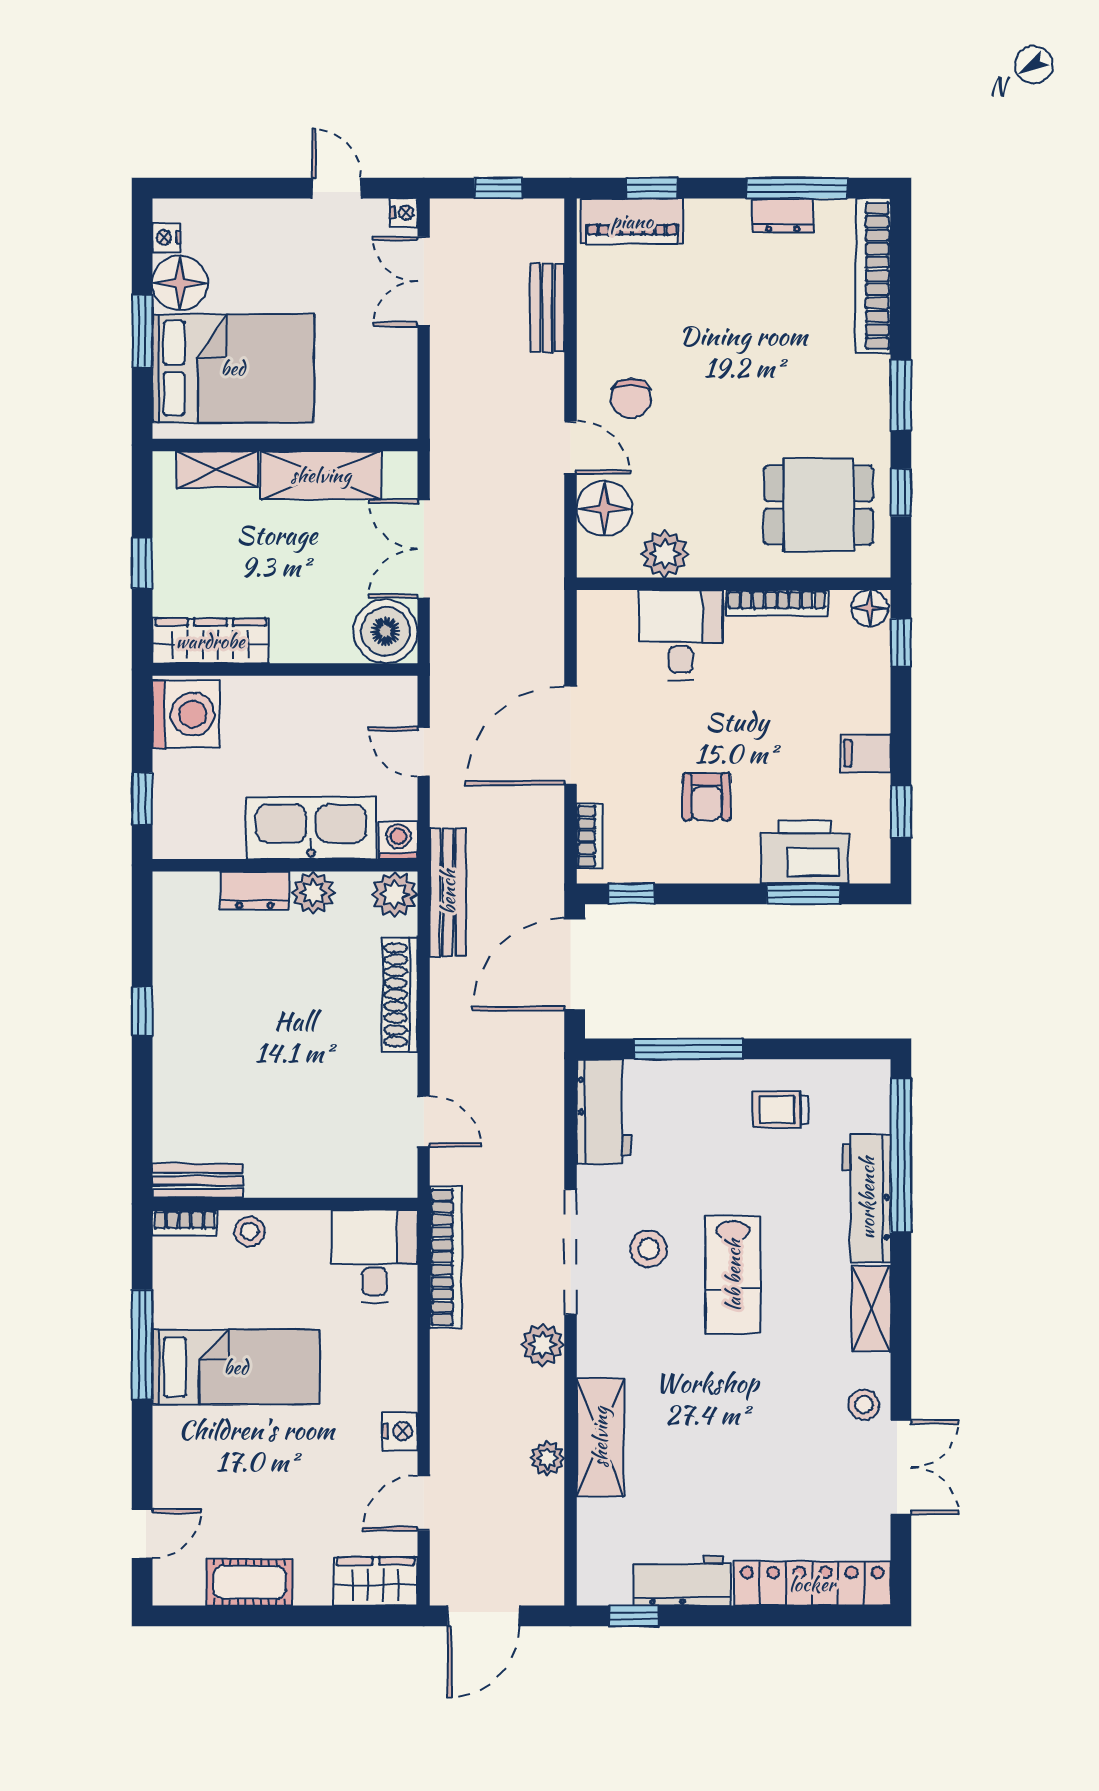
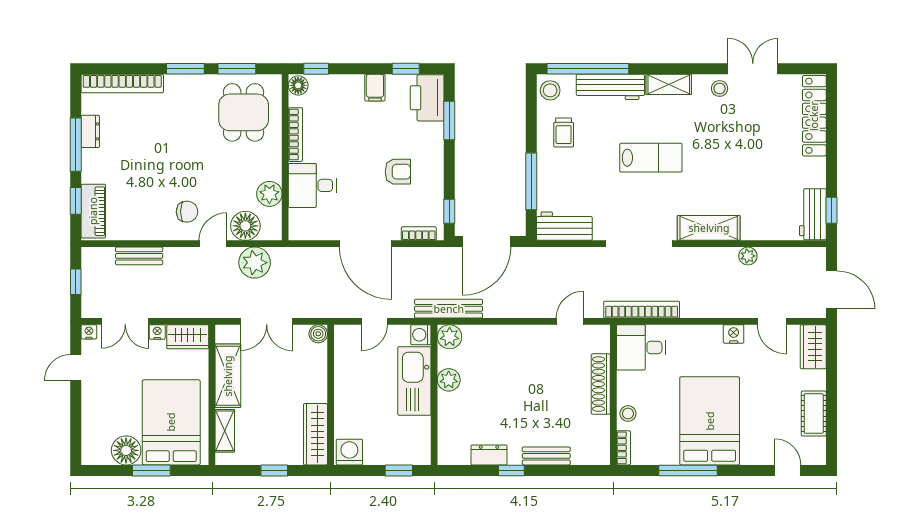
window: (797, 188) -> (76, 145), moved
nightstand: (166, 237) -> (157, 332), moved, turned 180
wardrobe: (395, 399) -> (188, 337), added
window: (901, 492) -> (237, 69), width x1.50
boiler: (385, 631) -> (318, 334), width x0.54, depth x0.54
washing machine: (186, 714) -> (349, 452), width x0.73, depth x0.73
printer: (805, 852) -> (427, 98), moved
dresser: (255, 891) -> (489, 455), moved, turned -90
door: (575, 964) -> (487, 242), hinge flipped
shoe rack: (400, 995) -> (601, 384), moved, turned 90
bench: (197, 1181) -> (546, 456), moved, turned 90
stool: (649, 1249) -> (550, 90), moved
plant: (543, 1345) -> (255, 263), moved, width x1.36, depth x1.36
bed: (236, 1367) -> (710, 421), width x1.50
shelving: (600, 1437) -> (709, 228), moved
workbench: (682, 1581) -> (813, 214), moved

